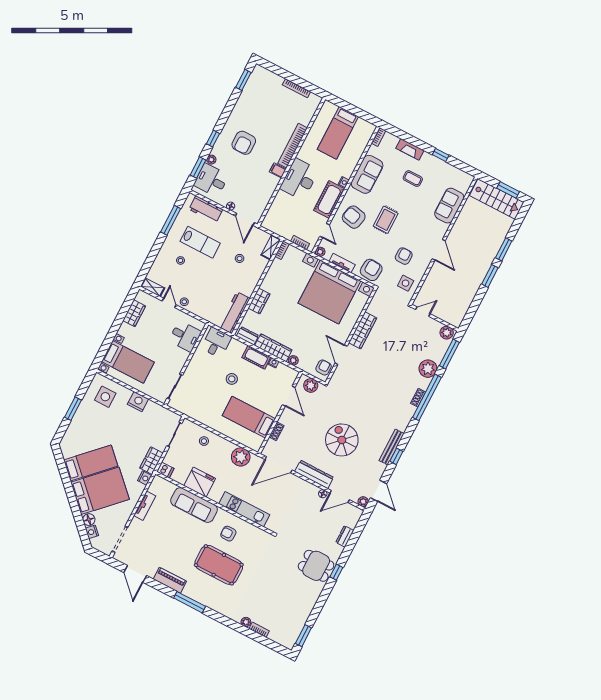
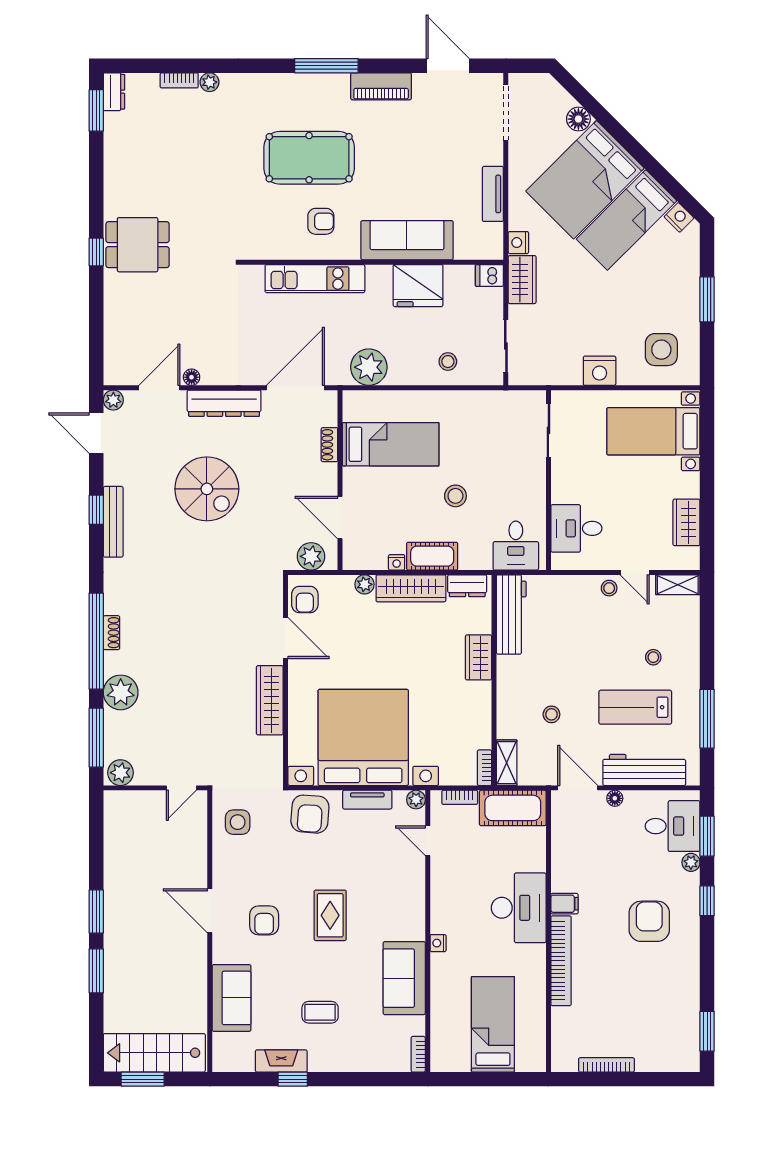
fireplace: (410, 149) -> (281, 1061), moved
cot: (329, 200) -> (513, 808), moved, turned 90
workbench: (206, 209) -> (644, 770), width x1.38
armchair: (354, 217) -> (389, 891), removed
armchair: (404, 256) -> (264, 920), moved
nightstand: (92, 532) -> (679, 217), moved
dresser: (345, 536) -> (114, 92), moved

